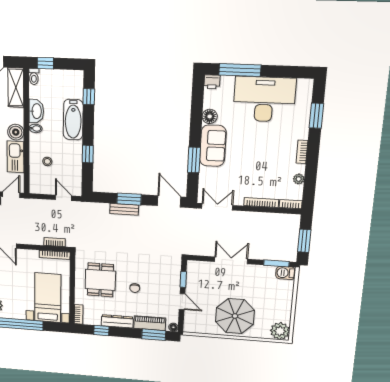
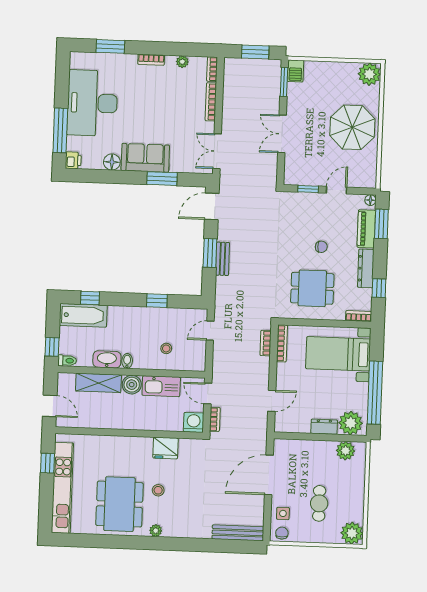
shelving: (16, 87) -> (98, 383), moved
bathtub: (73, 120) -> (83, 315), moved

